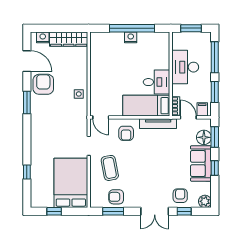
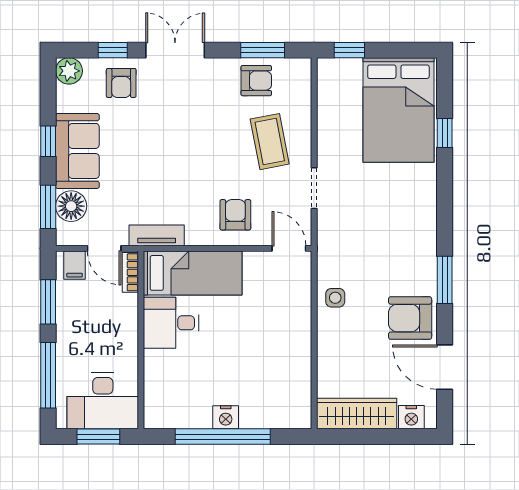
desk: (185, 67) -> (103, 401), moved, turned 90
armchair: (43, 84) -> (410, 318), turned 90
tv unit: (158, 124) -> (157, 235), width x0.71
bed: (71, 183) -> (398, 110), moved
window: (54, 211) -> (349, 50), moved

